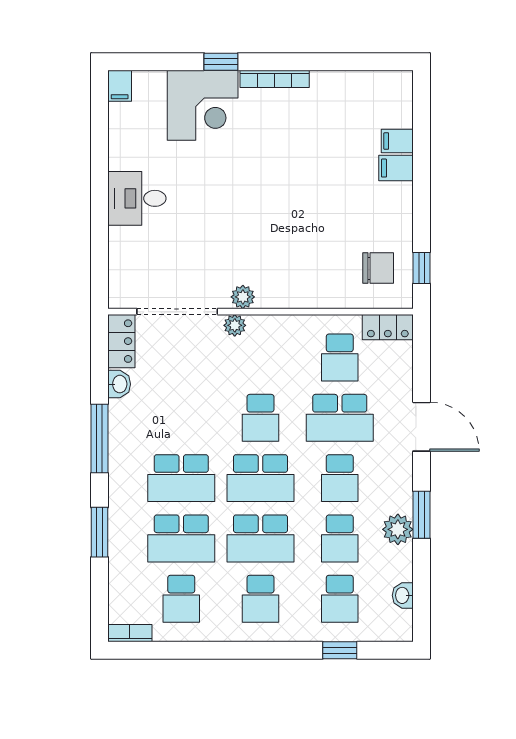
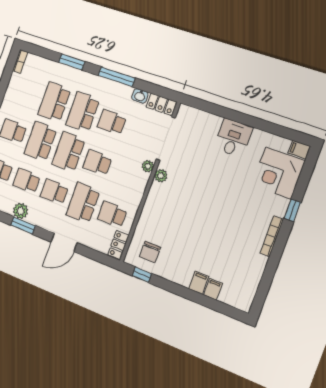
corner desk: (203, 105) -> (278, 173), moved
school desk: (181, 599) -> (112, 122), moved

